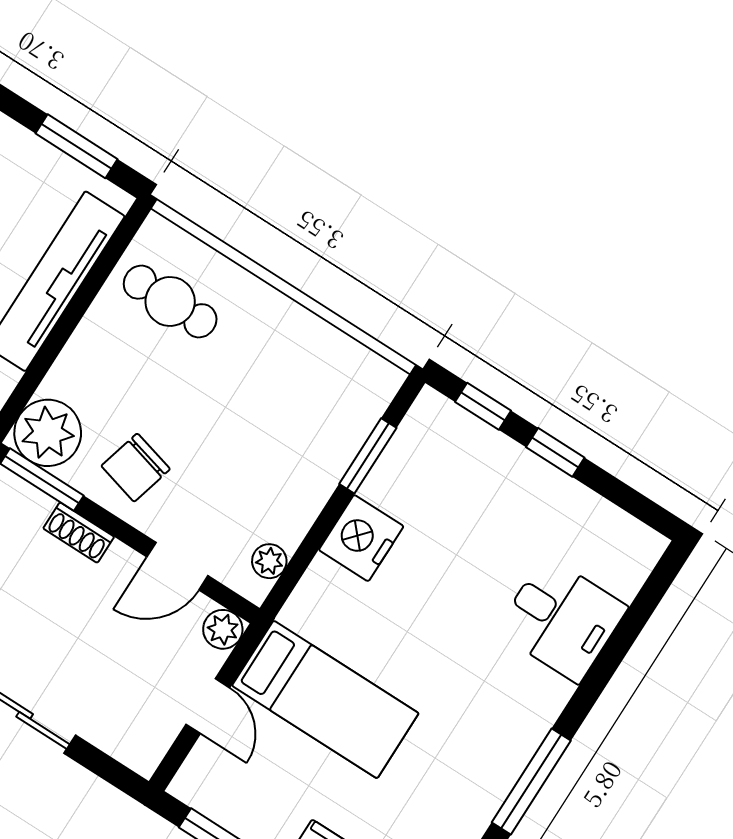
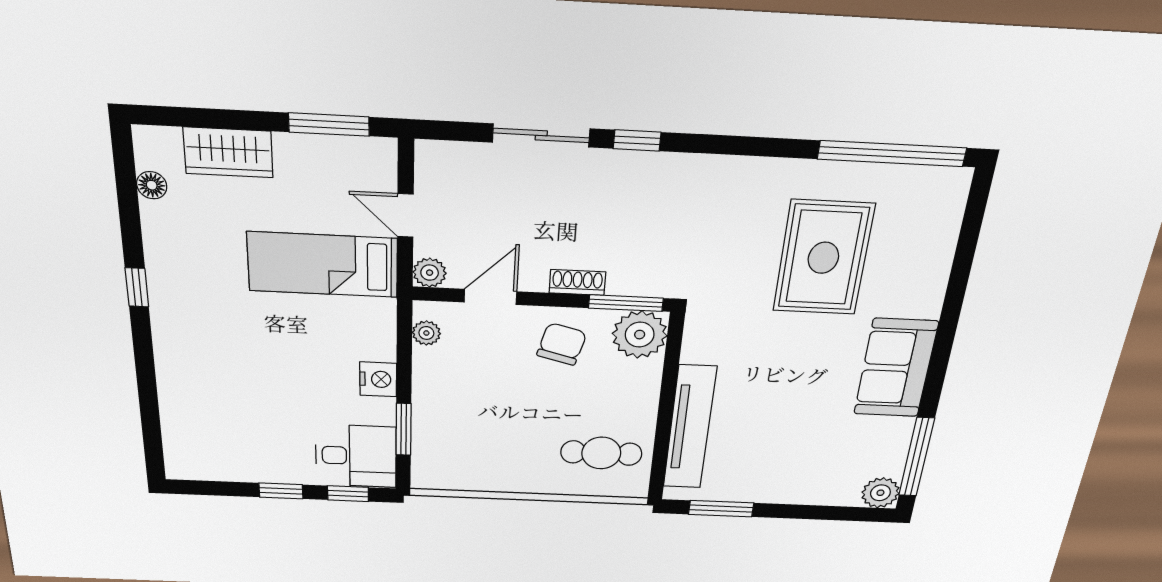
nightstand: (361, 538) -> (378, 379), width x0.74, depth x0.75
desk: (562, 619) -> (356, 456), moved, turned 180
window: (531, 781) -> (137, 287), width x0.46

